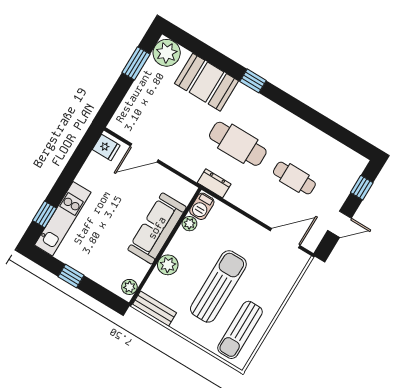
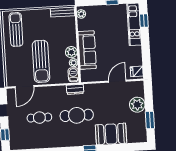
plant: (167, 53) -> (137, 105), moved
plant: (168, 265) -> (71, 52), moved
sun lounger: (218, 286) -> (41, 61), moved

